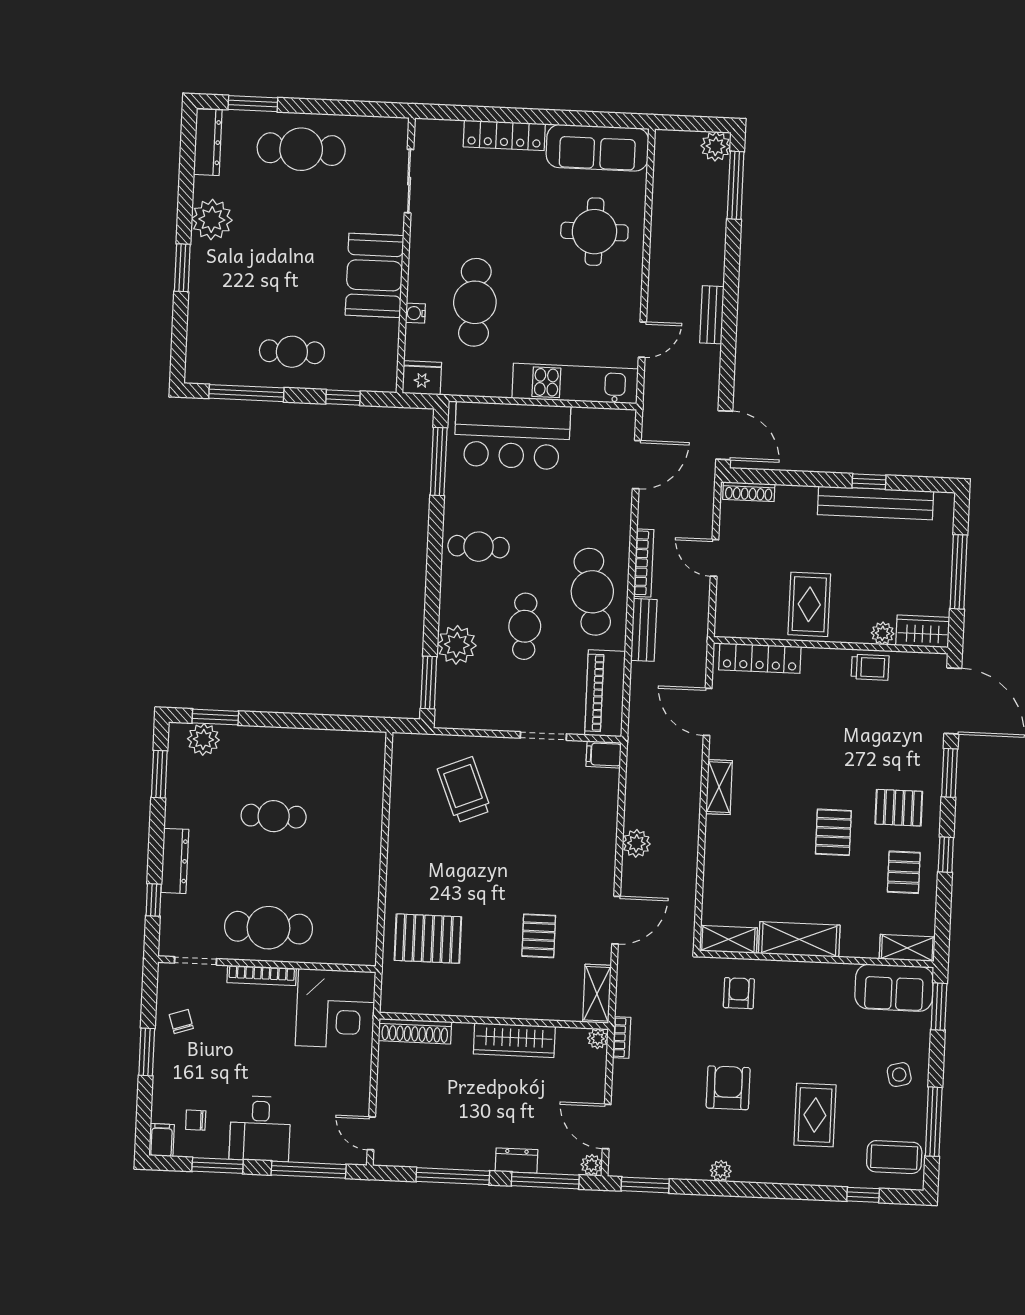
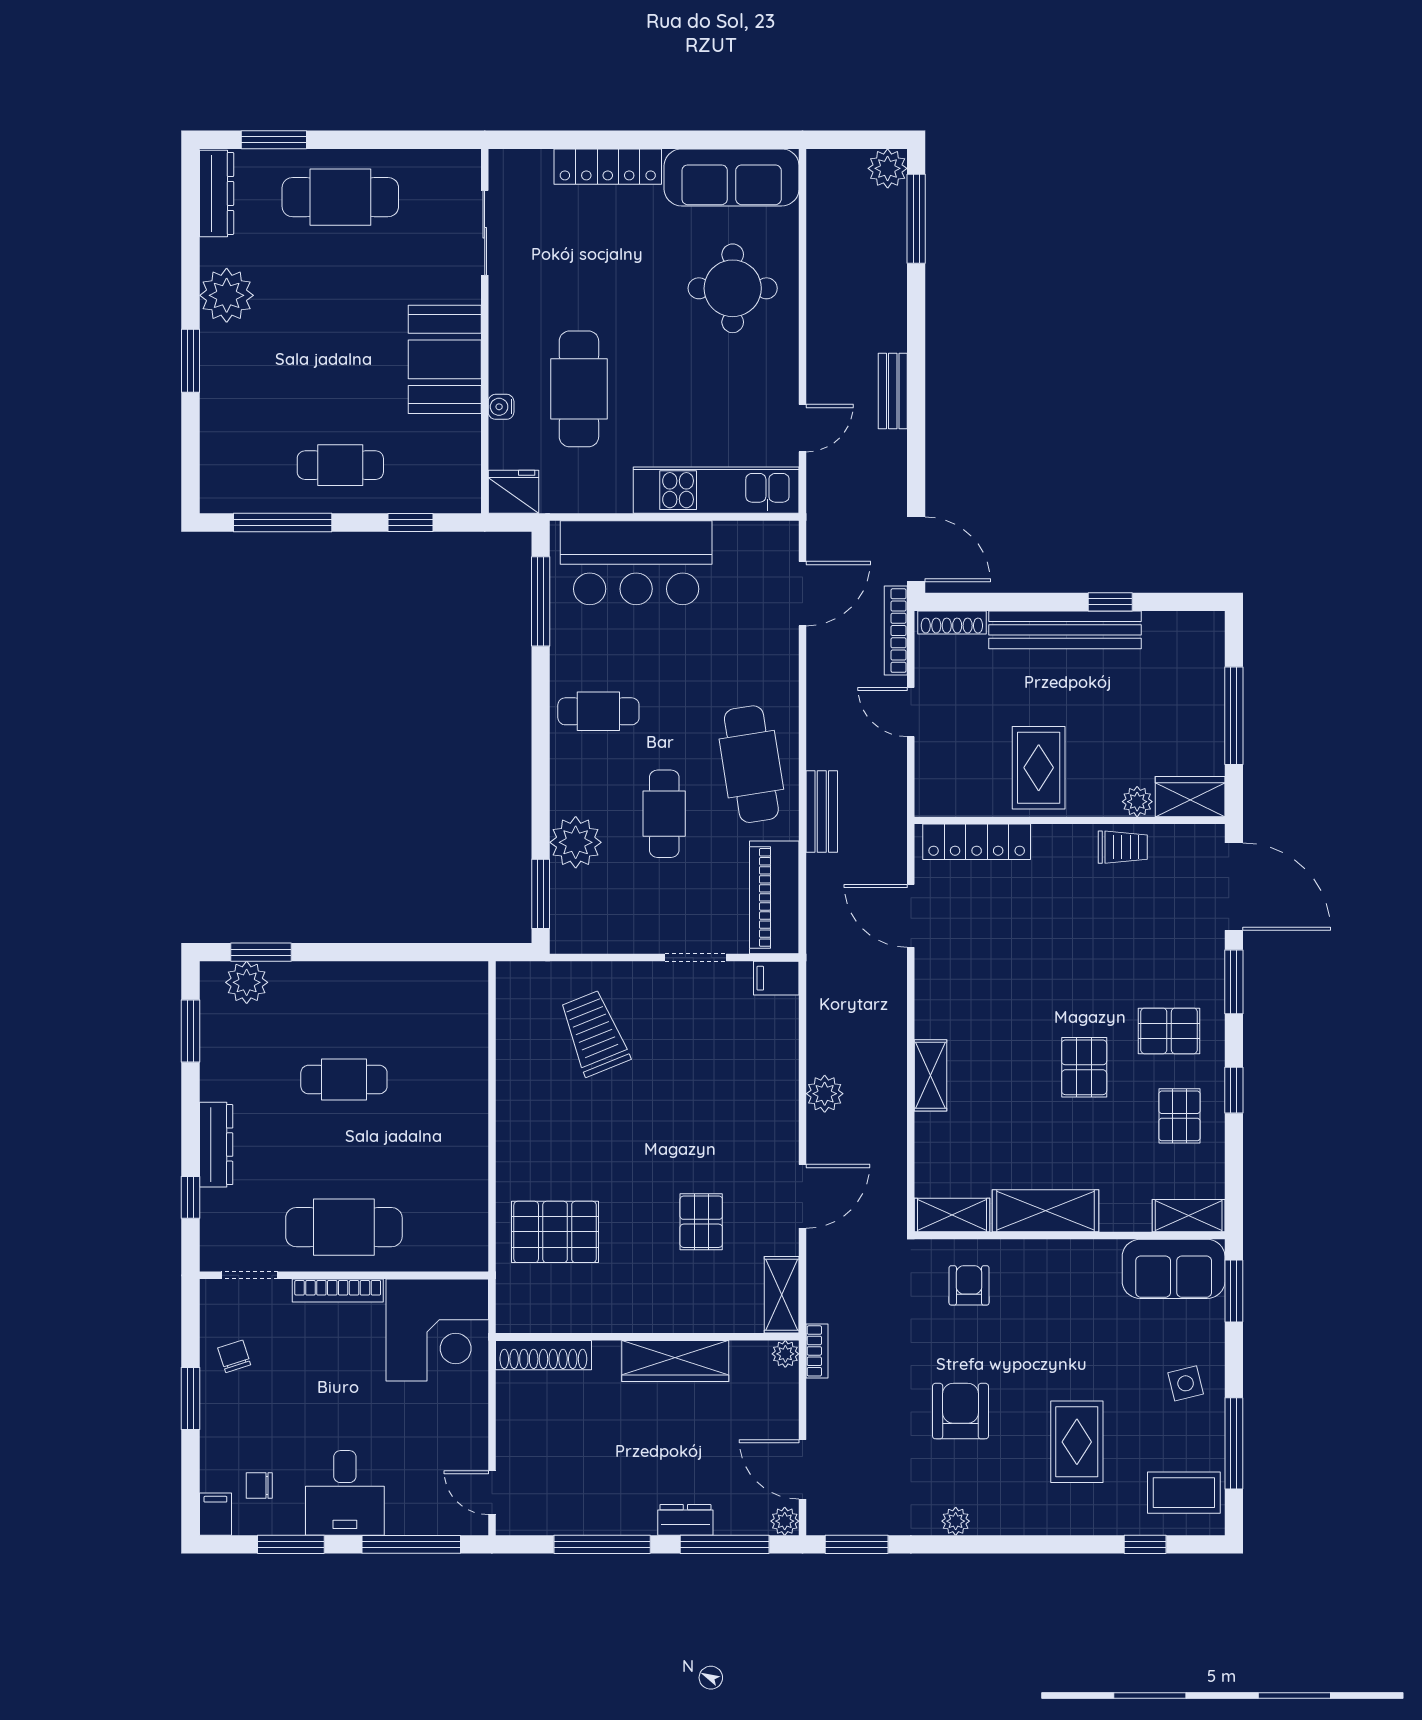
bench: (876, 503) -> (1065, 630), moved
bookcase: (644, 563) -> (896, 631), moved, turned 180
shelving: (719, 787) -> (931, 1075), moved

